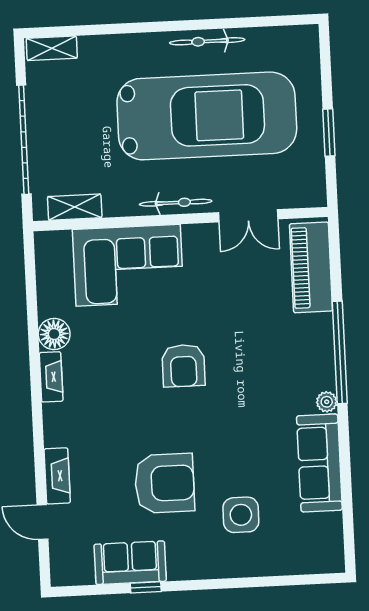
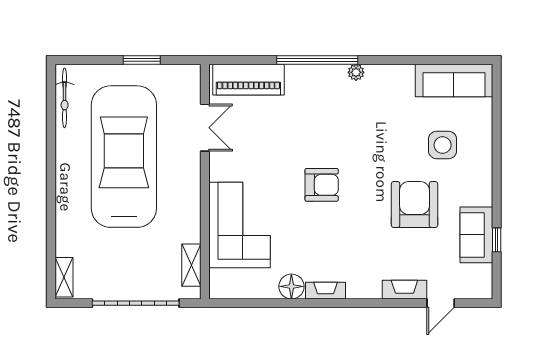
bicycle: (207, 41) -> (65, 98), moved
bicycle: (176, 203) -> (192, 185), removed
sofa: (319, 463) -> (454, 80), moved
window: (146, 587) -> (497, 240), moved

